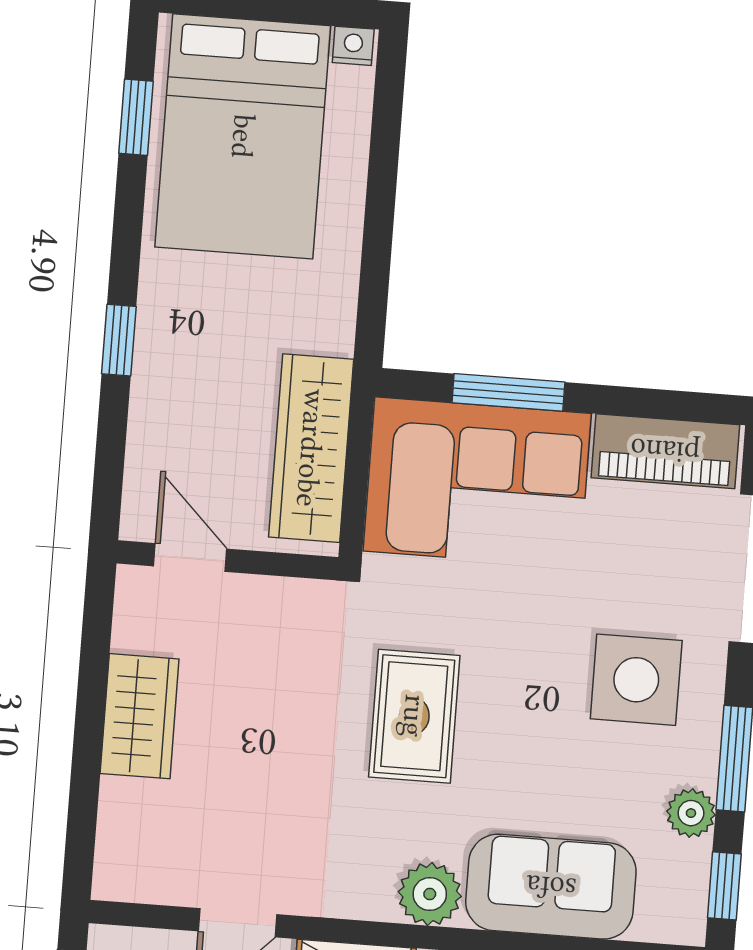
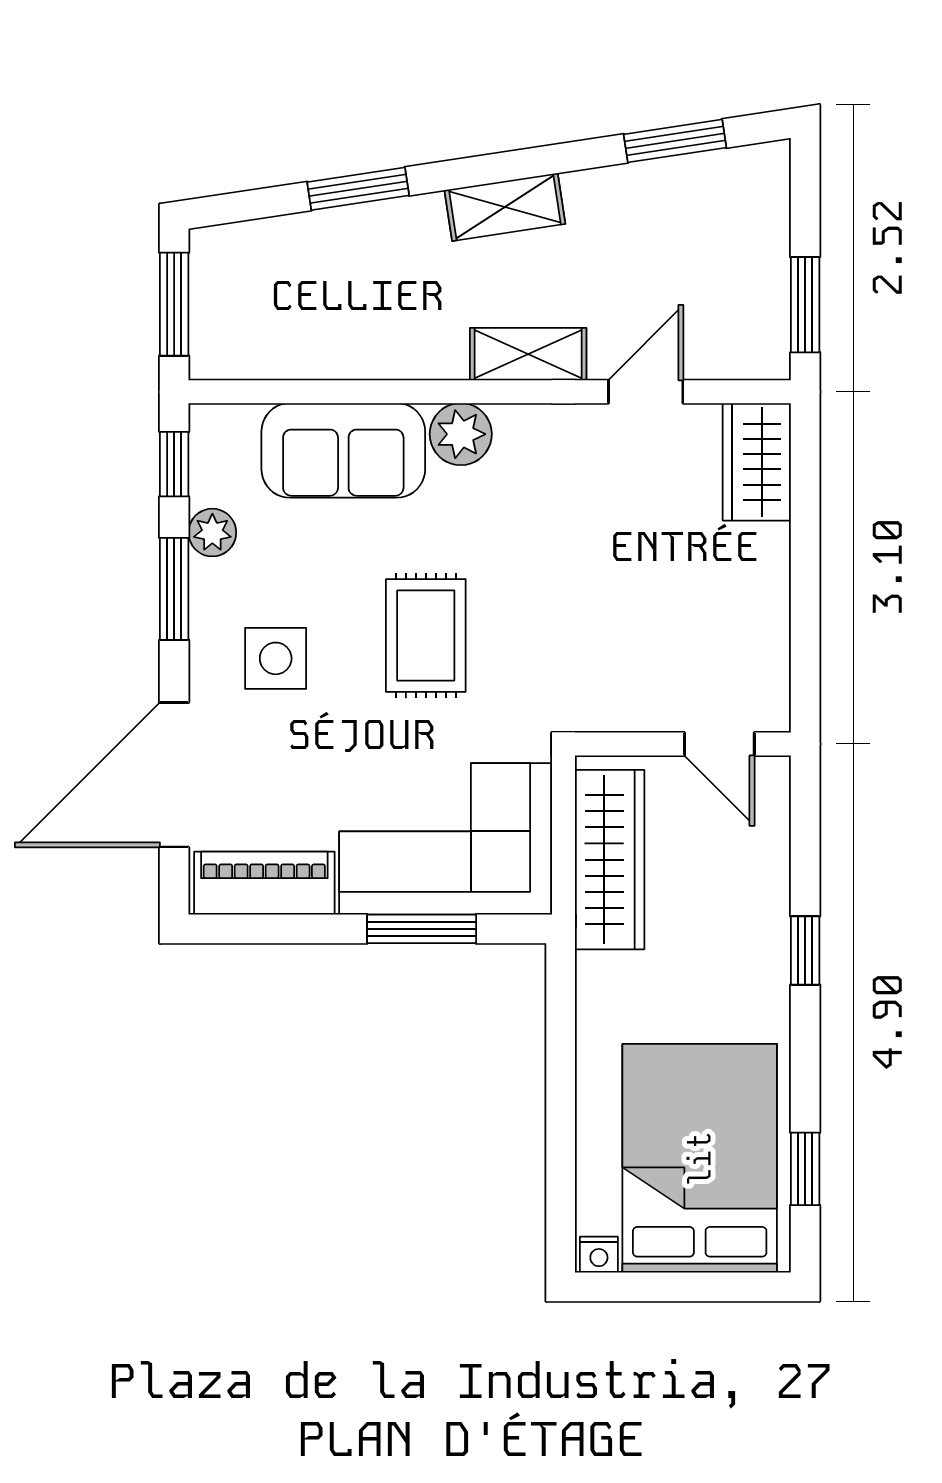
side table: (636, 680) -> (276, 658), width x0.73, depth x0.73
wardrobe: (140, 716) -> (757, 462), moved
rug: (414, 716) -> (426, 636), moved

